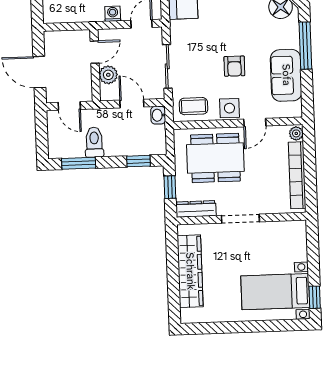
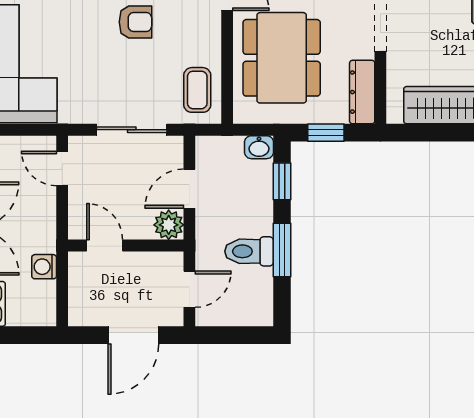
washing machine: (113, 14) -> (44, 267), moved
plant: (108, 75) -> (169, 225), moved
side table: (229, 108) -> (203, 32), removed
washbasin: (158, 115) -> (259, 147), moved
window: (79, 163) -> (282, 250), moved

